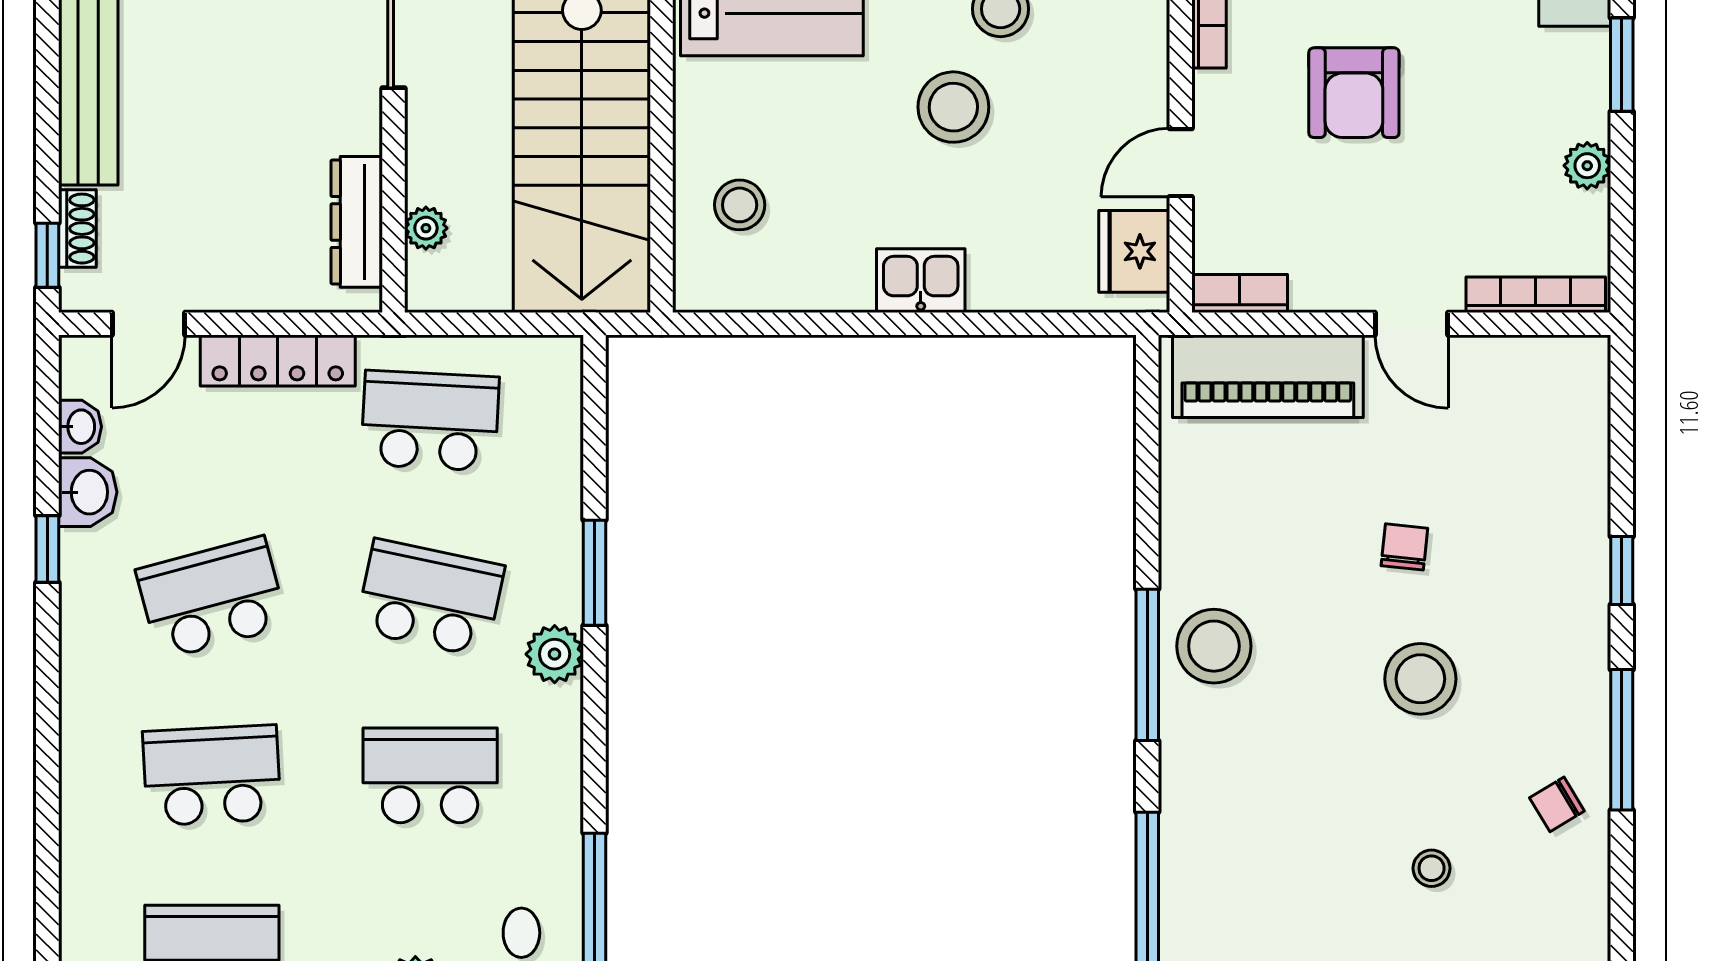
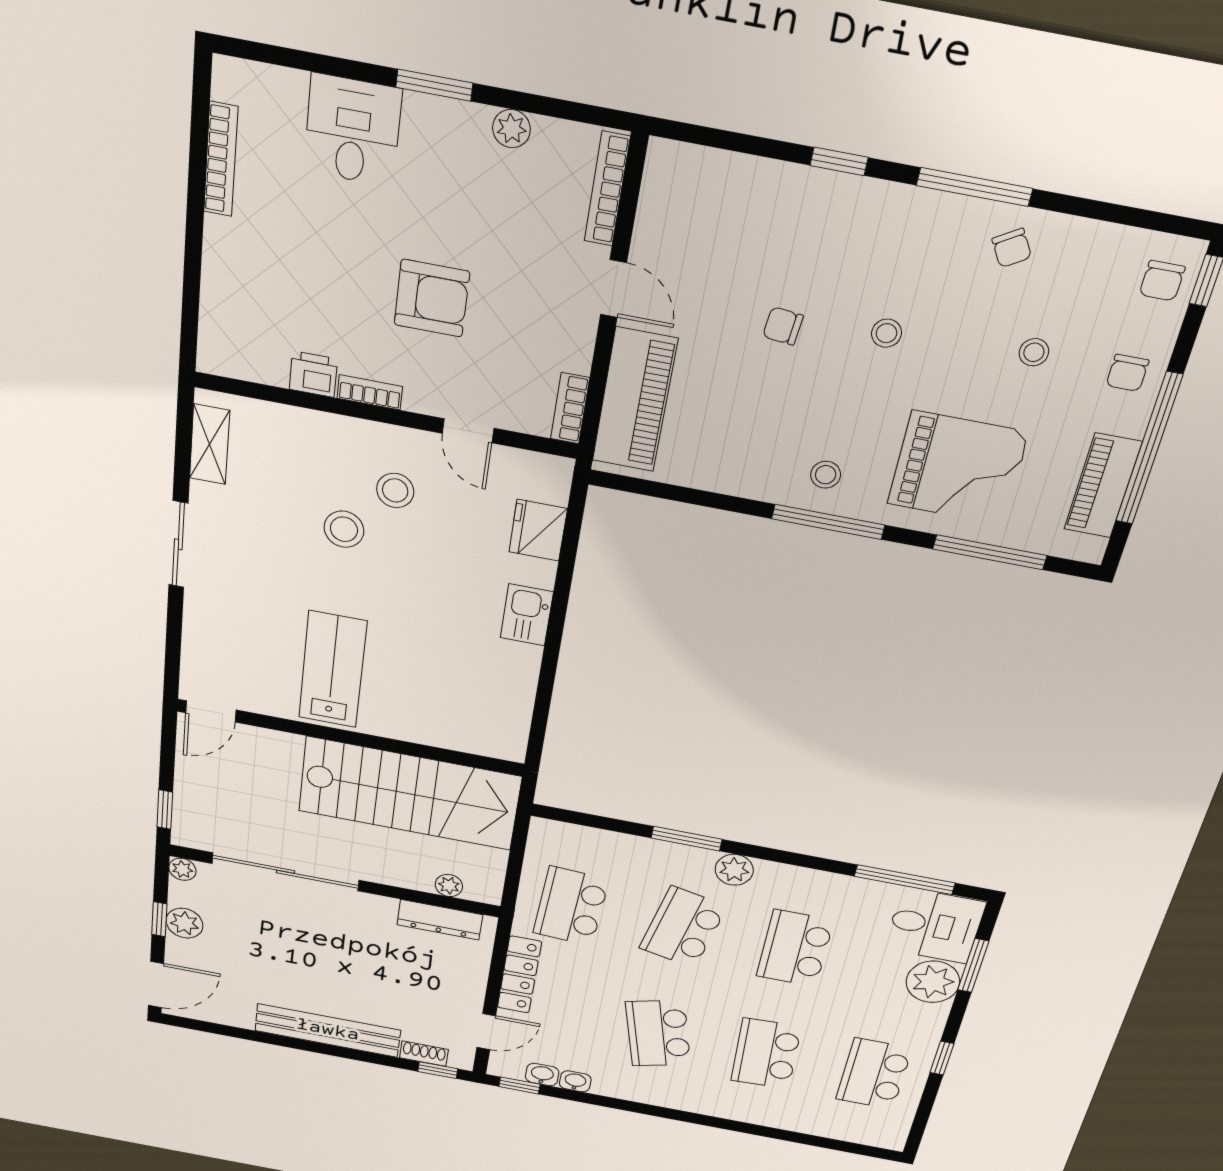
stool: (953, 107) -> (395, 490), moved, width x0.73, depth x0.73
stool: (740, 205) -> (459, 713), removed
fridge: (1134, 251) -> (538, 530), moved, turned 90
door: (149, 324) -> (486, 1032), hinge flipped
door: (1411, 324) -> (614, 289), hinge flipped
washbasin: (88, 492) -> (575, 1081), width x0.72, depth x0.69
window: (47, 549) -> (519, 1085), moved
stool: (1214, 646) -> (826, 475), width x0.53, depth x0.53
stool: (1420, 679) -> (887, 333), width x0.53, depth x0.53
grand piano: (1258, 815) -> (958, 468), added

